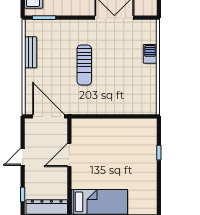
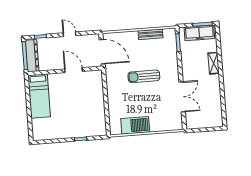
barbecue: (150, 54) -> (135, 125), moved, width x1.88, depth x1.53
door: (49, 116) -> (102, 52), hinge flipped

